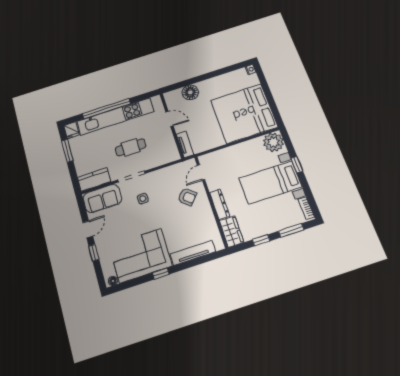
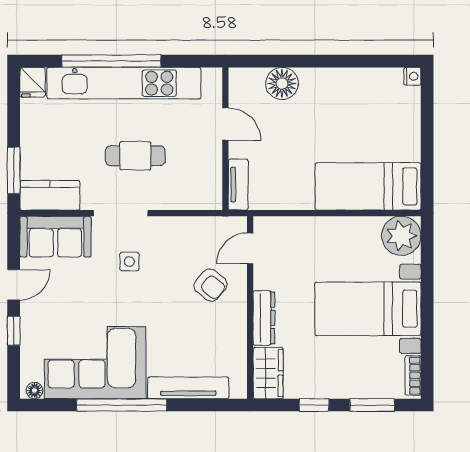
bed: (244, 113) -> (368, 186), width x0.49
window: (67, 151) -> (14, 170), moved
window: (297, 165) -> (427, 292), removed
window: (161, 274) -> (122, 405), width x3.17

